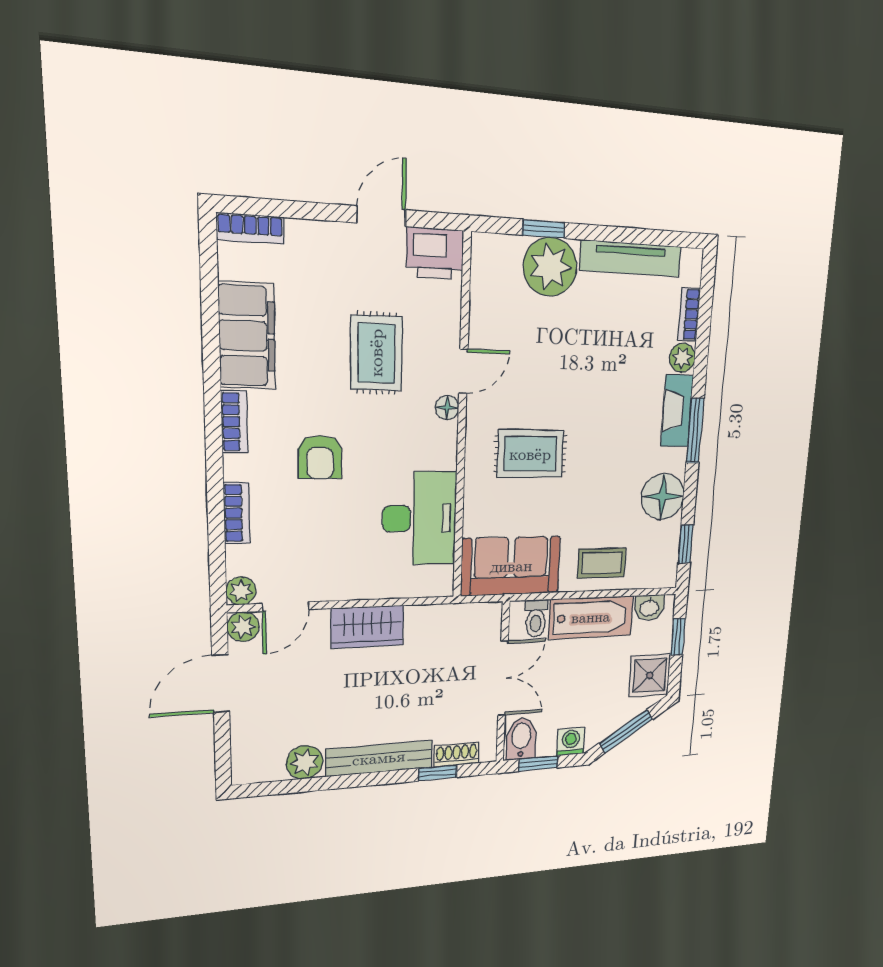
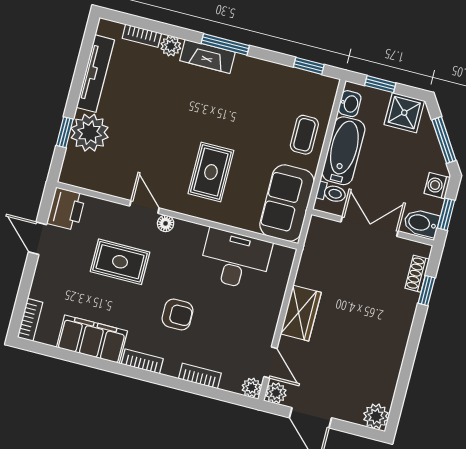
floor lamp: (663, 496) -> (267, 78), removed
bench: (379, 758) -> (400, 329), removed
plant: (305, 762) -> (376, 416), moved

